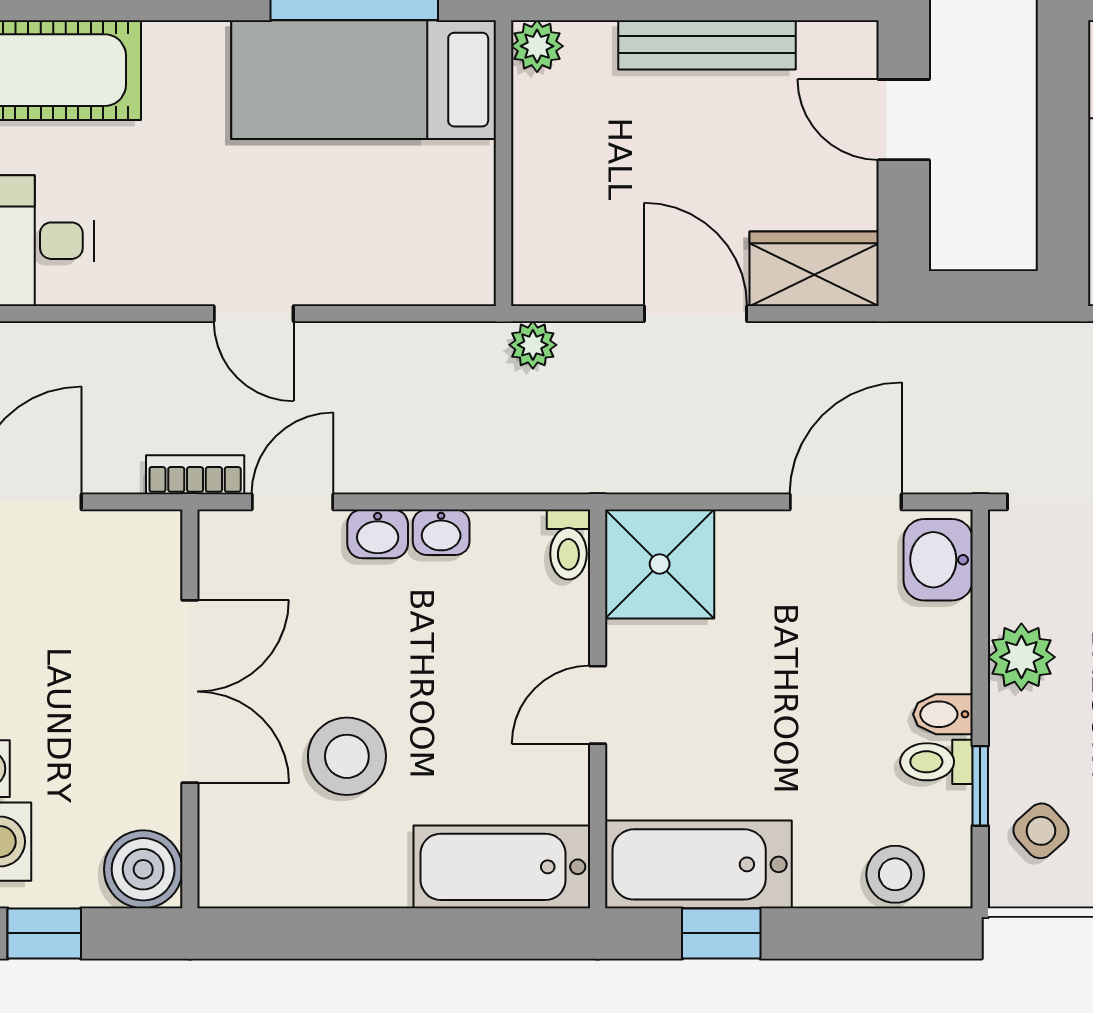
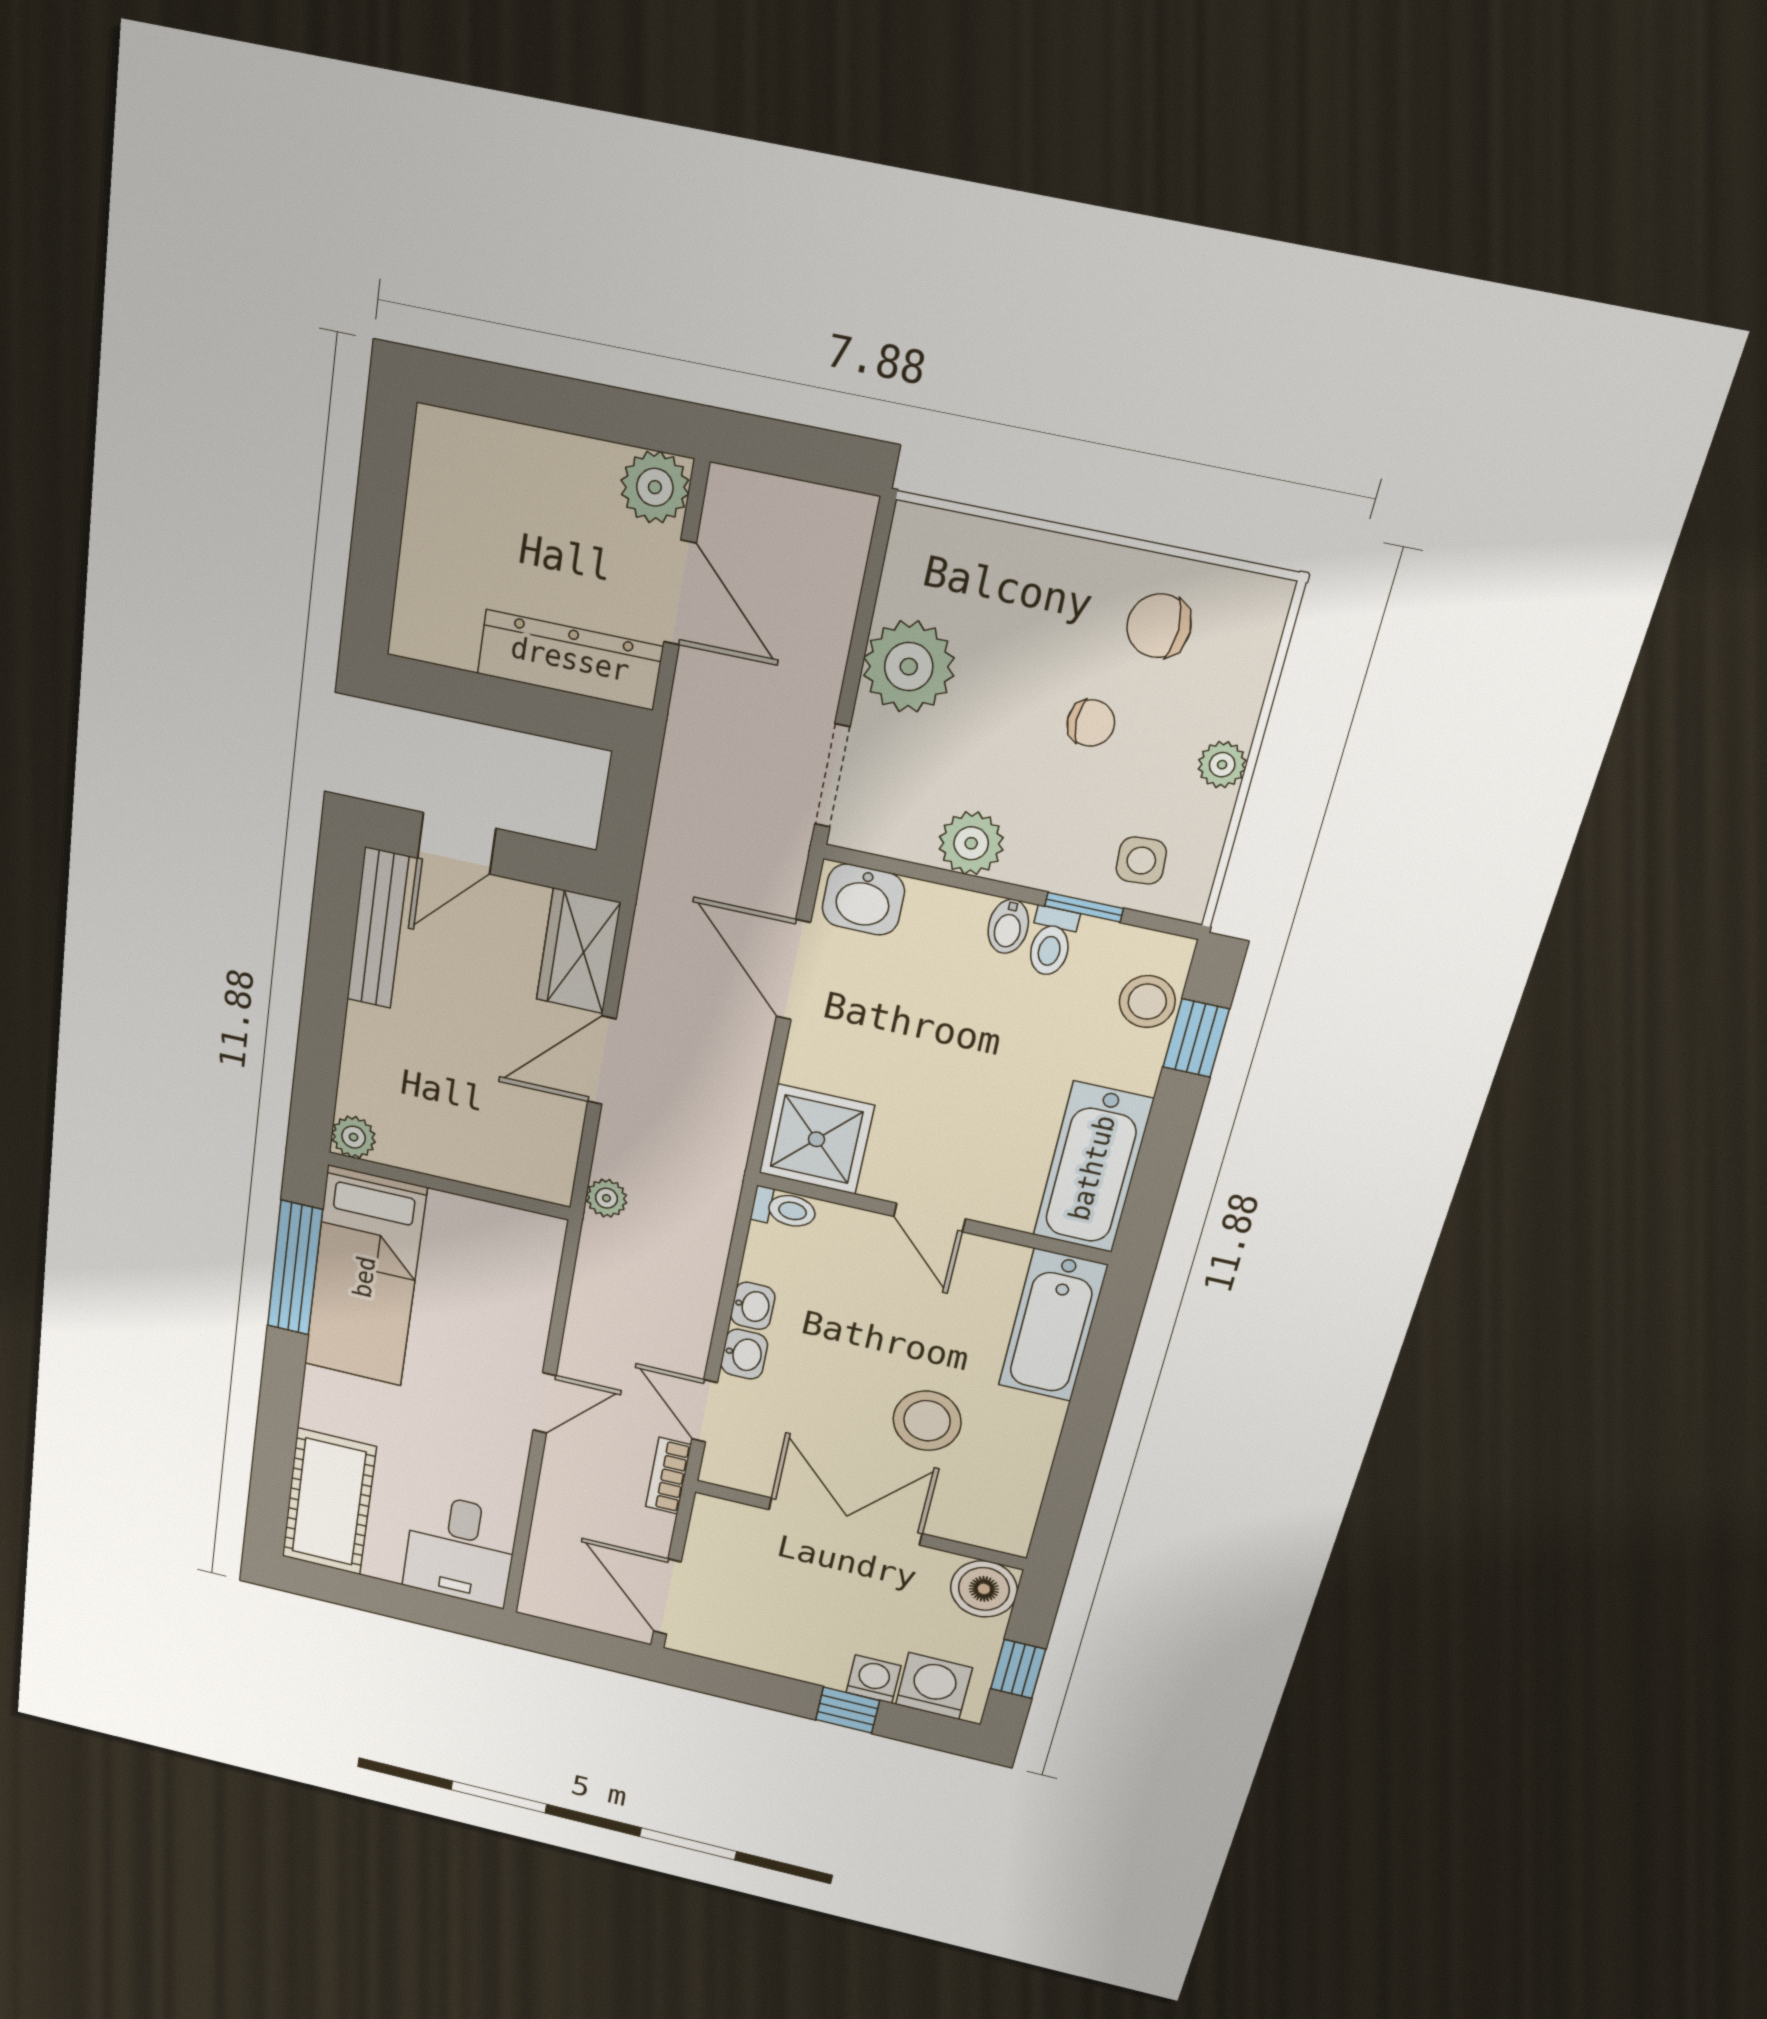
bench: (707, 45) -> (378, 928), moved
side table: (1041, 831) -> (1141, 861), turned 38
window: (721, 933) -> (1196, 1038), moved

